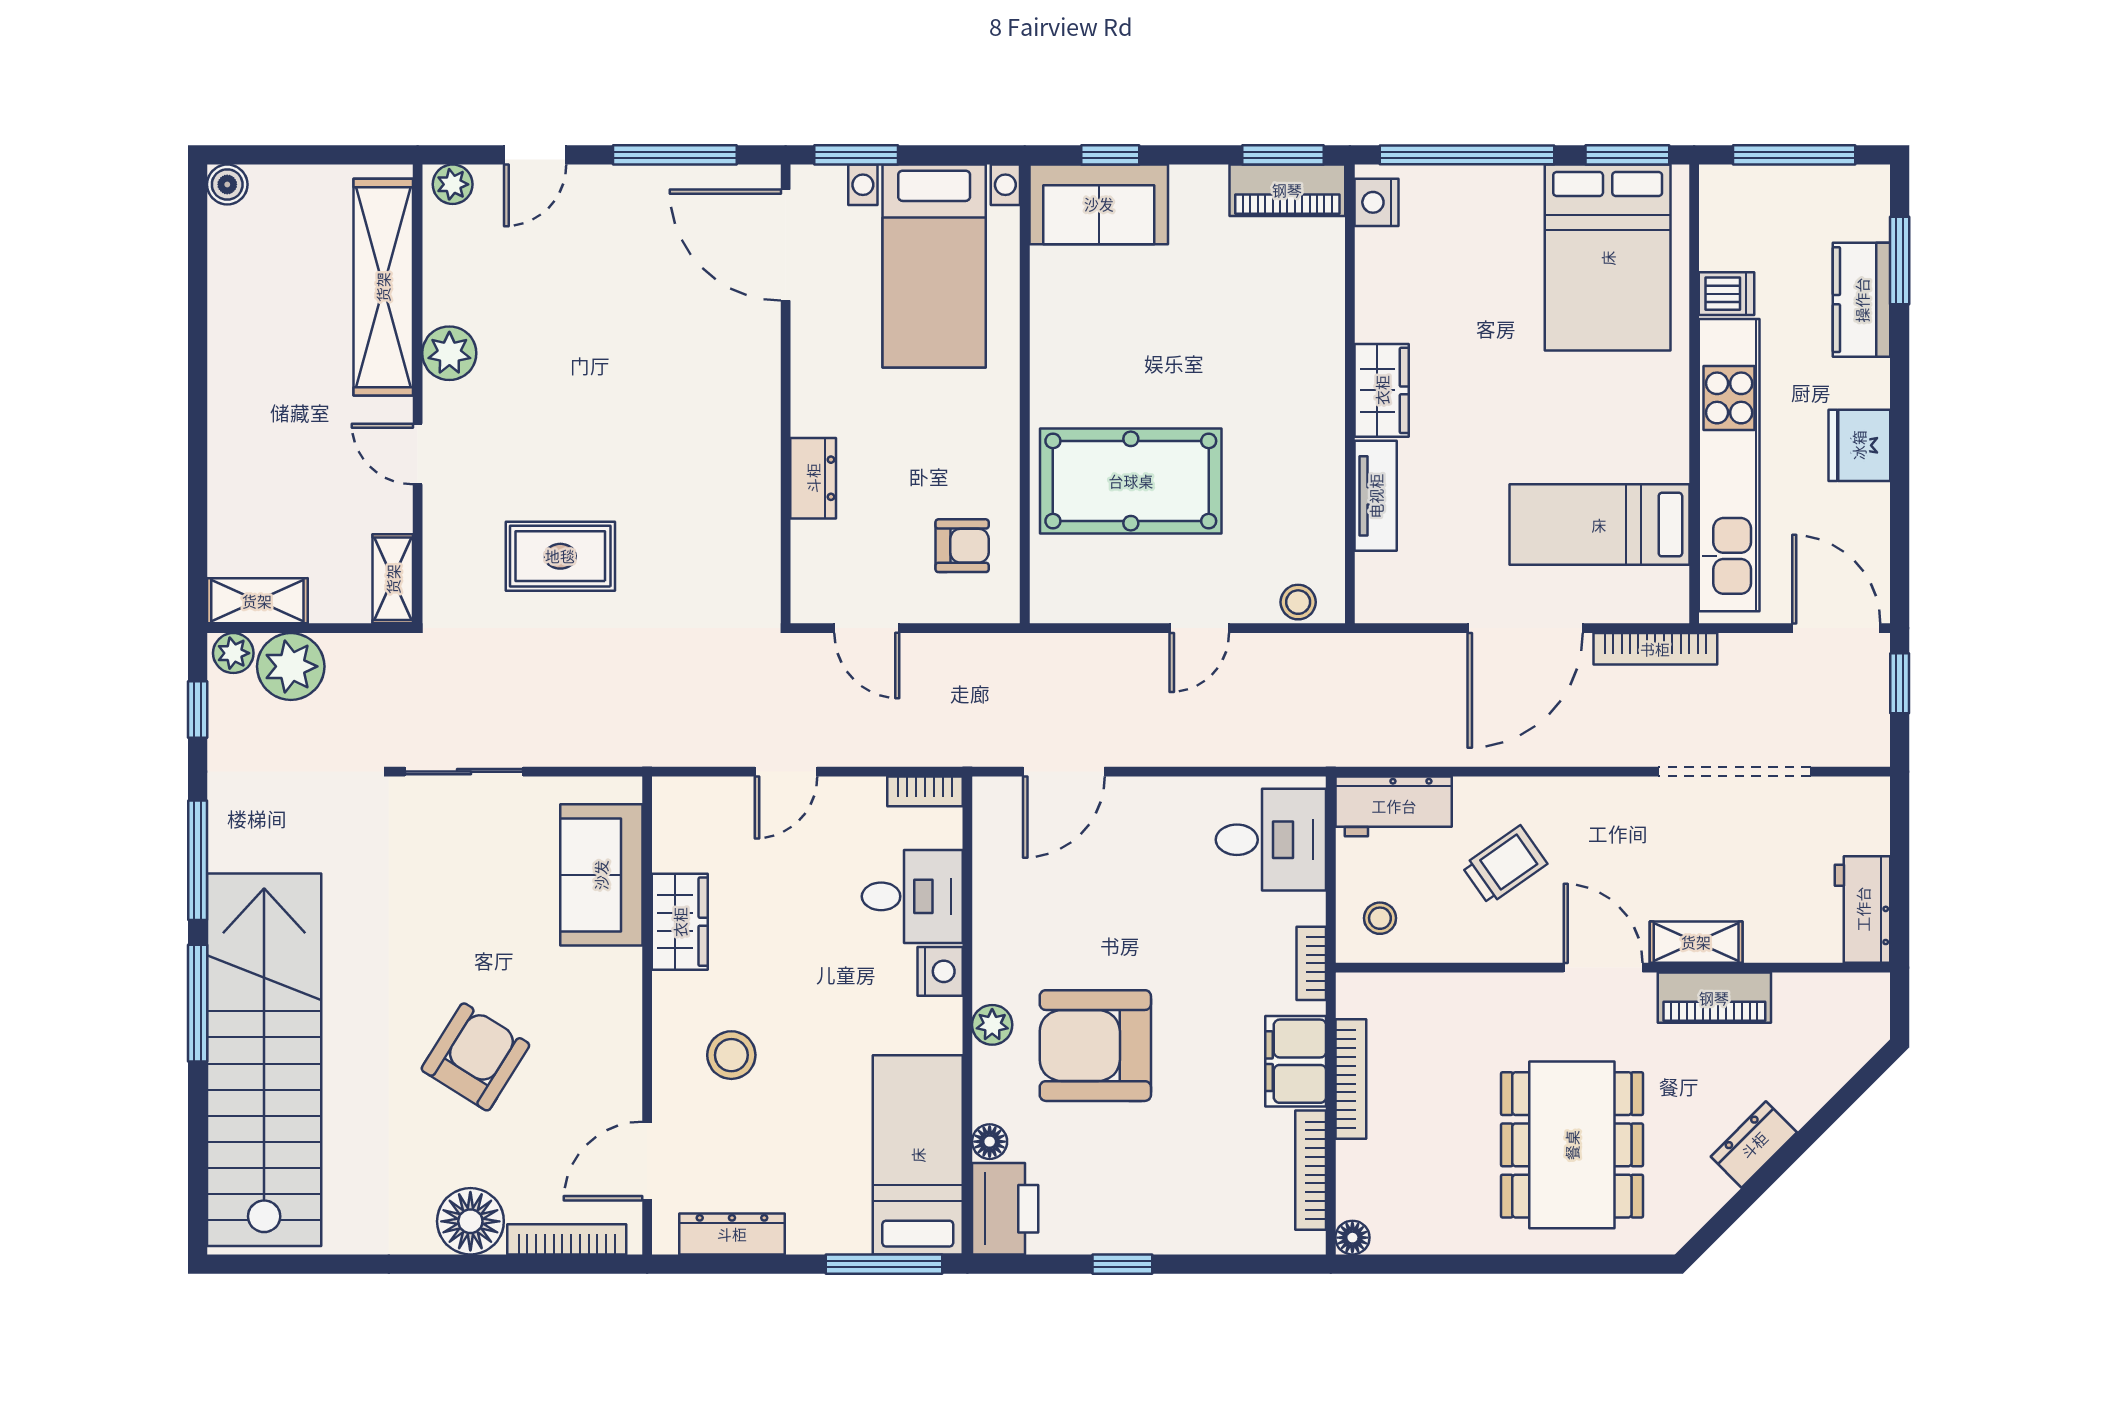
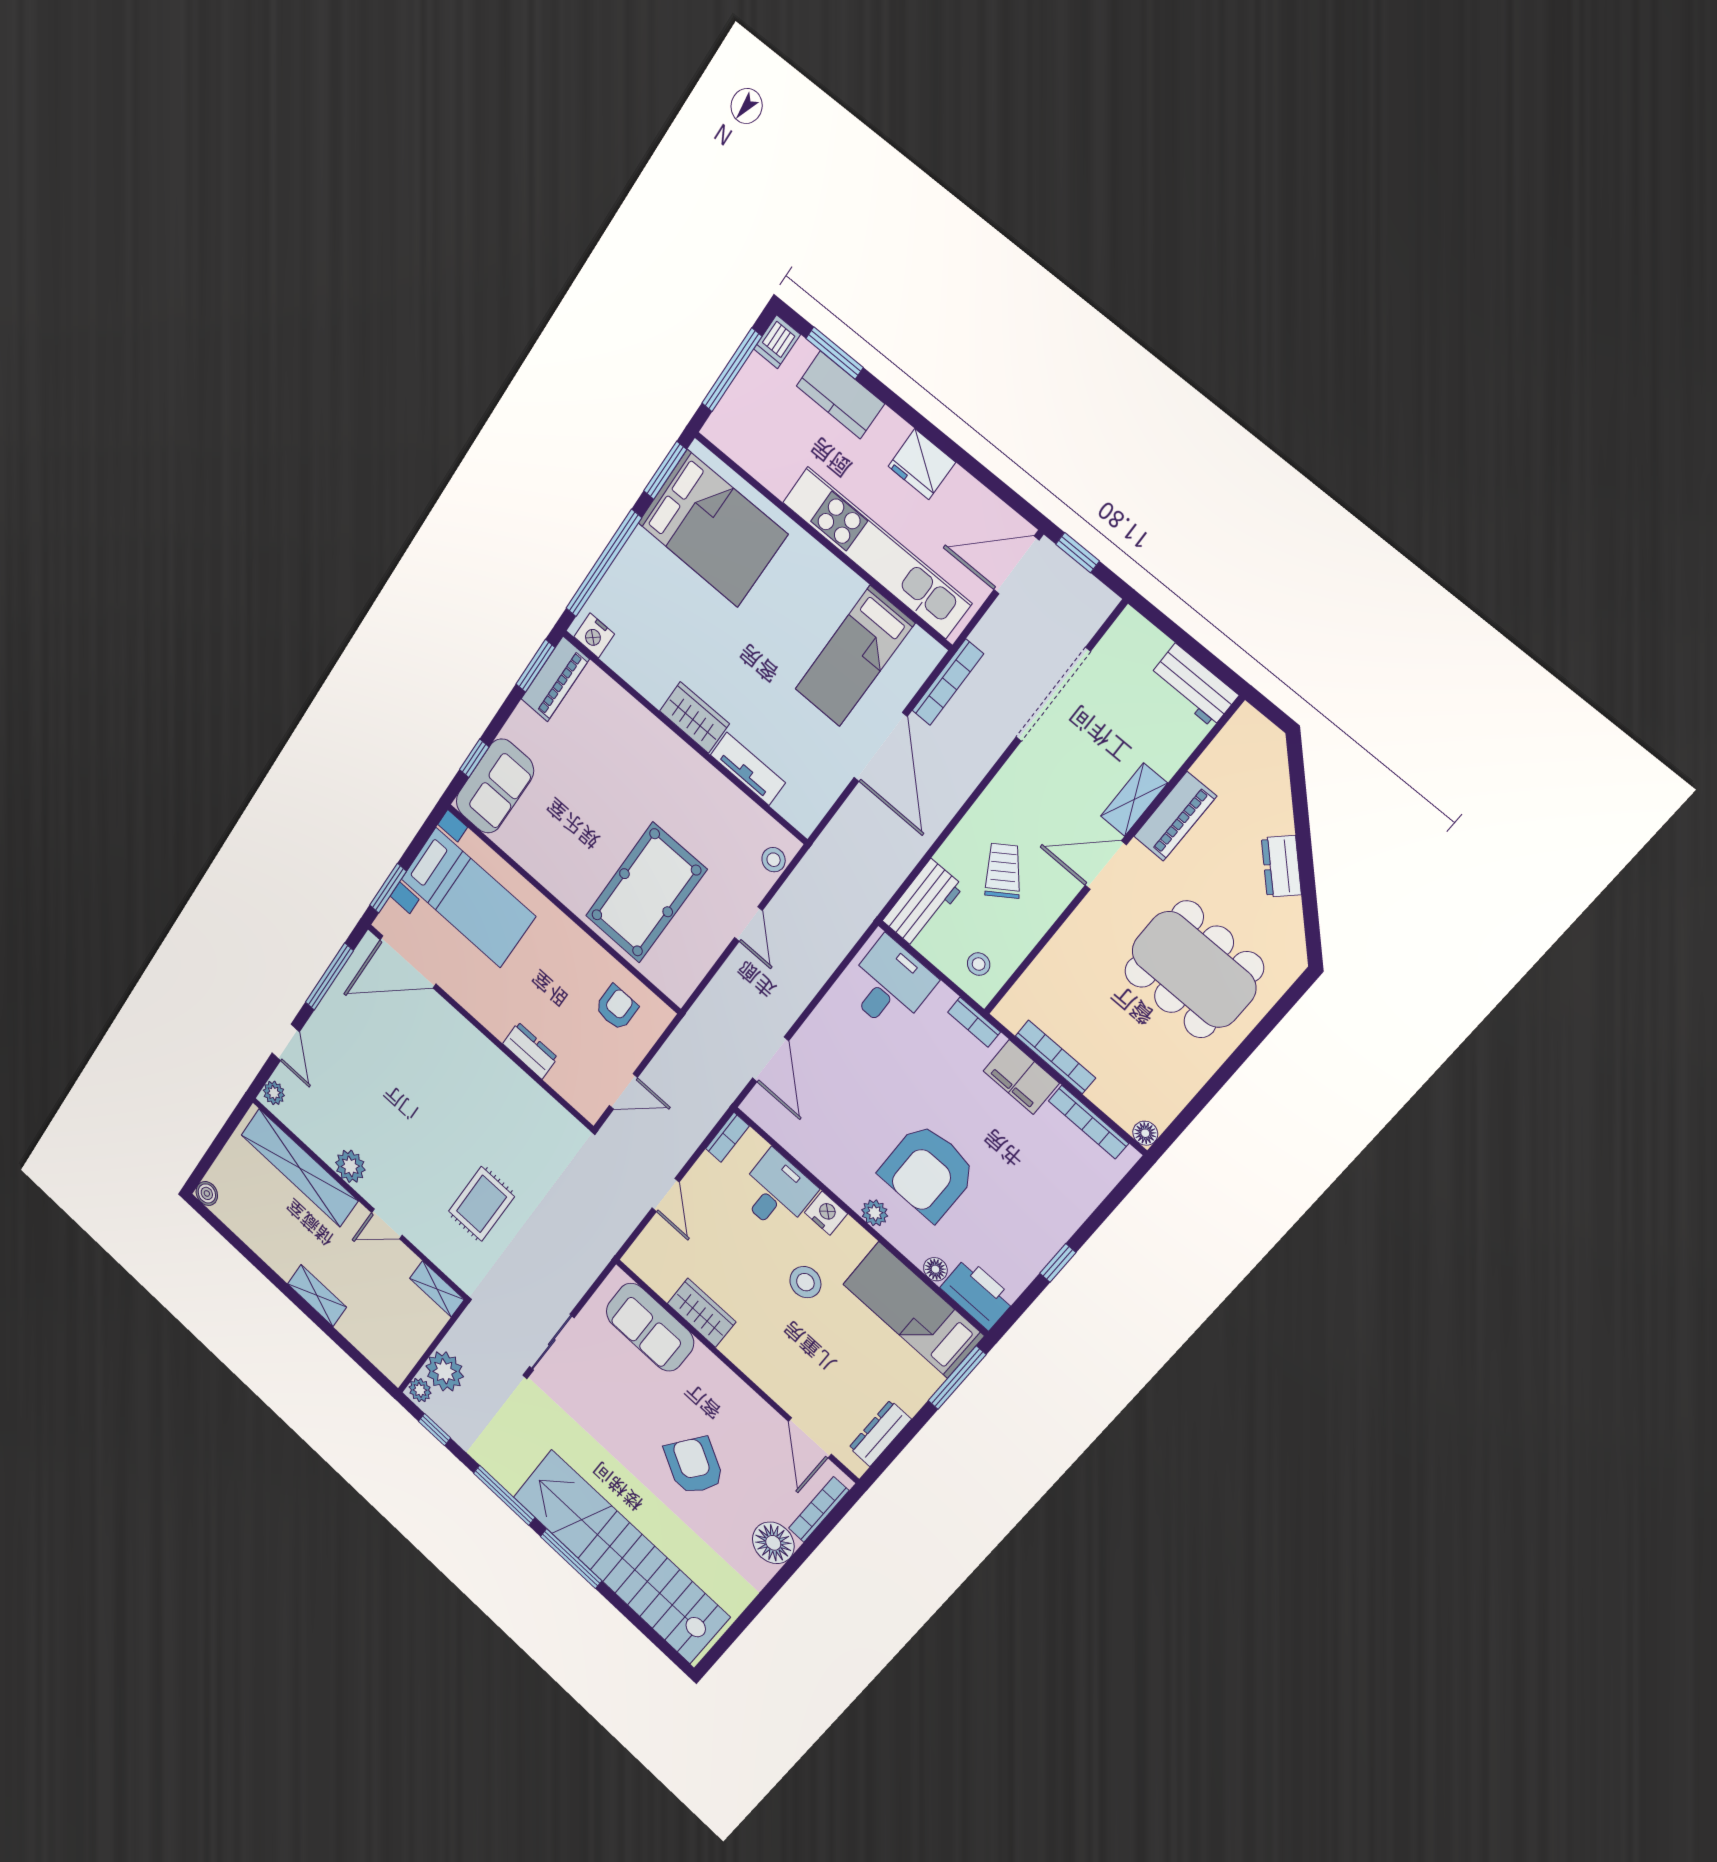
dishwasher: (1727, 294) -> (777, 342), moved, turned 180
shelving: (257, 601) -> (317, 1295), moved, turned 90
stool: (731, 1055) -> (805, 1282), moved

